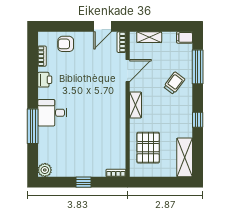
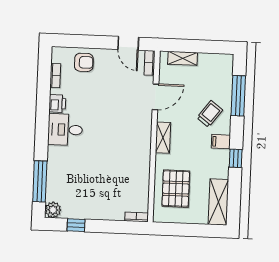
door: (103, 26) -> (128, 43), hinge flipped
filing cabinet: (185, 37) -> (221, 142), moved
armchair: (66, 44) -> (84, 62), turned 180
desk: (52, 113) -> (65, 130), moved
window: (33, 126) -> (40, 181), moved
window: (83, 182) -> (76, 225), moved

